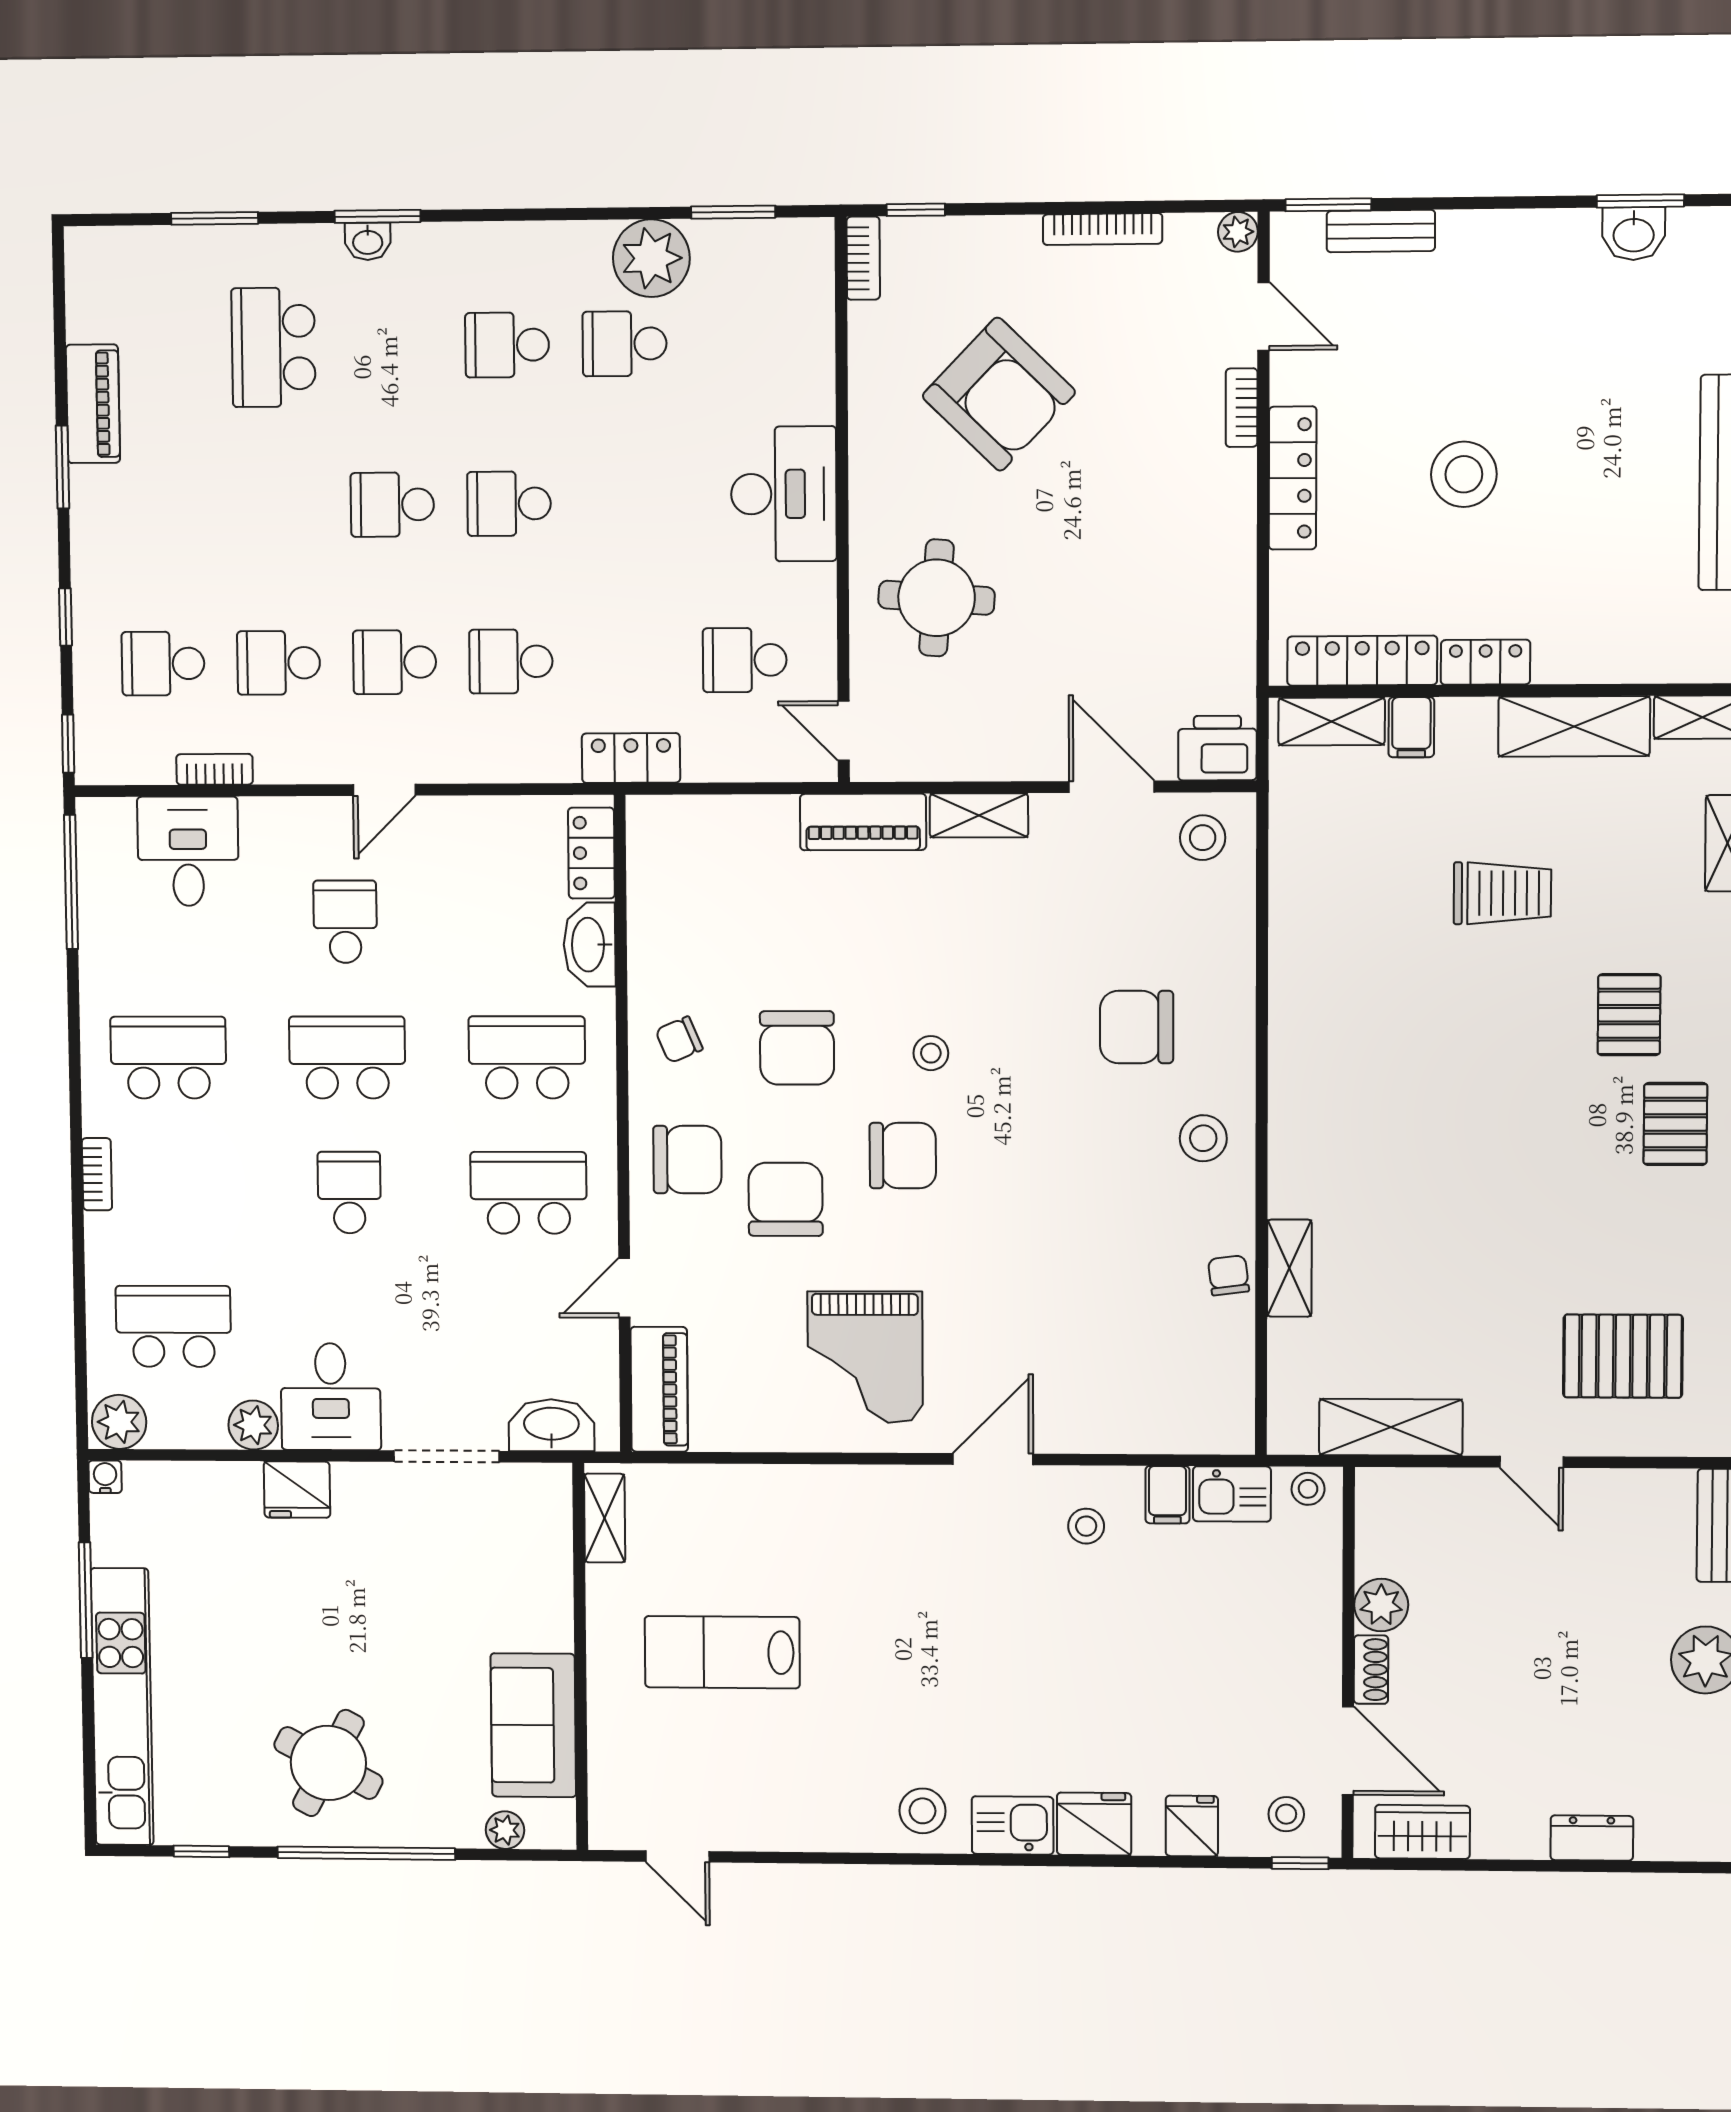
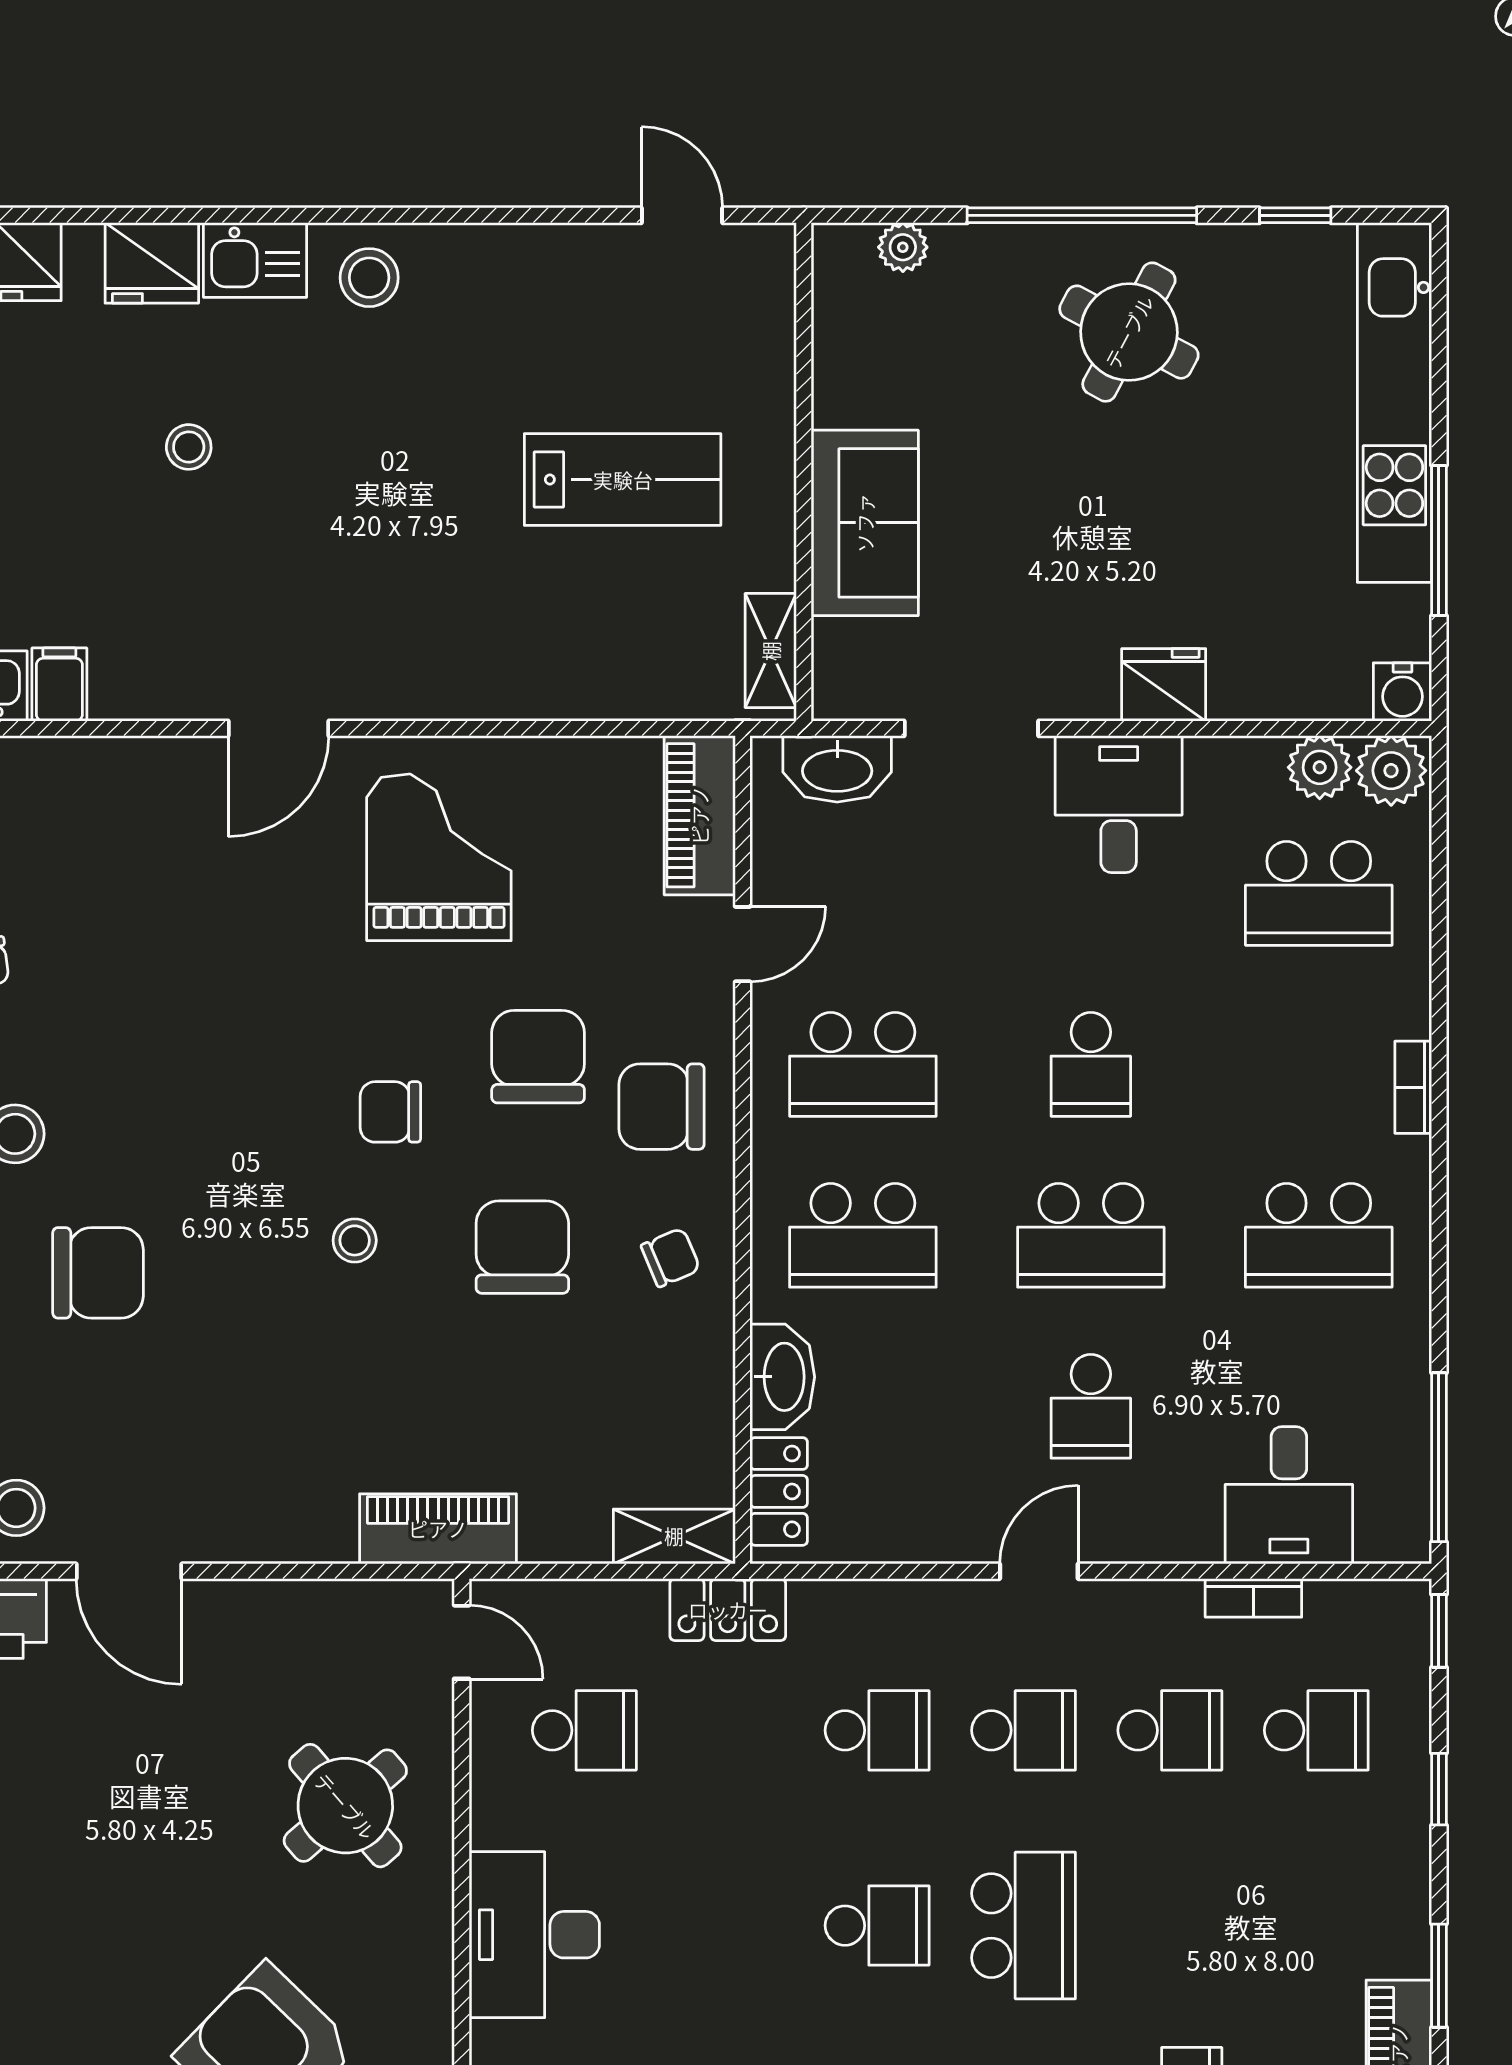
school desk: (392, 505) -> (1024, 1926), width x1.85
round table: (937, 598) -> (345, 1806), turned 45
shelving: (979, 815) -> (674, 1536), moved
chair: (903, 1156) -> (390, 1112), width x0.73, depth x0.73
chair: (786, 1199) -> (538, 1057), turned 180
plant: (253, 1425) -> (1320, 767), moved
water cooler: (105, 1477) -> (1402, 692), width x1.38, depth x1.38
stool: (1086, 1526) -> (189, 447), moved
sofa: (533, 1725) -> (865, 523), moved

